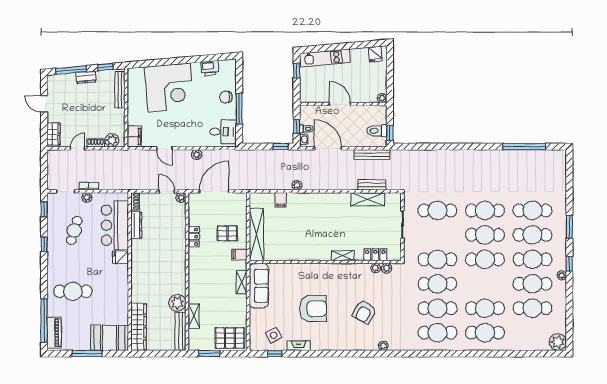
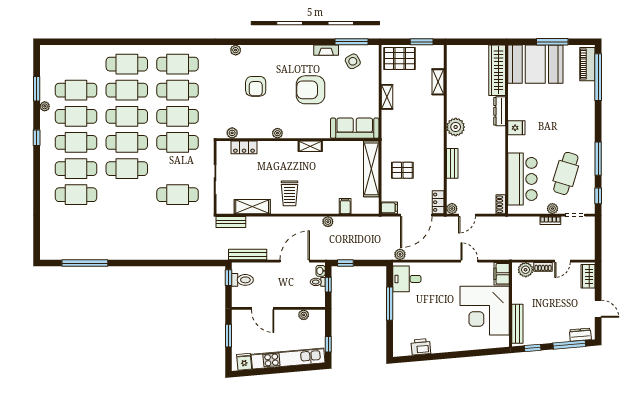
kitchen unit: (325, 58) -> (288, 358), width x1.36
dresser: (86, 77) -> (580, 335), moved
window: (390, 79) -> (228, 336), added
corner desk: (169, 88) -> (485, 311), moved, turned -85
chair: (226, 97) -> (404, 316), removed
plant: (382, 98) -> (304, 315), moved
door: (340, 104) -> (263, 308), moved
door: (328, 148) -> (295, 261), swing flipped
plant: (197, 155) -> (400, 254), moved
bench: (372, 185) -> (231, 222), moved
door: (167, 191) -> (467, 215), hinge flipped
cafe table: (485, 210) -> (127, 116), moved
trolley: (333, 212) -> (290, 193), added
dresser: (136, 225) -> (500, 111), moved
window: (569, 227) -> (37, 89), moved
cafe table: (74, 230) -> (566, 173), width x1.37, depth x1.35
locker: (194, 237) -> (438, 202), moved
window: (44, 244) -> (598, 159), width x2.17
filing cabinet: (239, 255) -> (389, 208), moved
shelving: (343, 256) -> (310, 146), moved
fridge: (120, 257) -> (516, 128), moved
plant: (376, 268) -> (277, 133), moved
plant: (562, 275) -> (45, 106), moved
shelving: (242, 282) -> (387, 97), moved
sofa: (259, 286) -> (355, 128), moved, turned 90
cafe table: (73, 291) -> (567, 108), removed
plant: (177, 303) -> (456, 127), moved
armchair: (364, 312) -> (256, 86), turned 151
bench: (181, 331) -> (452, 163), moved, width x0.73
booth: (110, 338) -> (535, 64), width x1.36, depth x1.42
plant: (558, 342) -> (49, 54), removed
window: (275, 354) -> (352, 42), width x2.17

